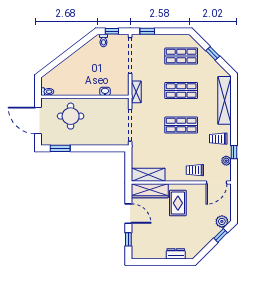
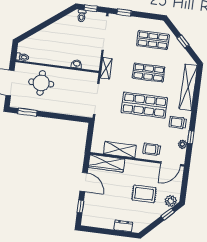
shop shelf: (181, 125) -> (144, 105), width x1.43, depth x1.36
shelving: (148, 175) -> (120, 150), moved
rug: (178, 203) -> (144, 194), moved, turned 90

